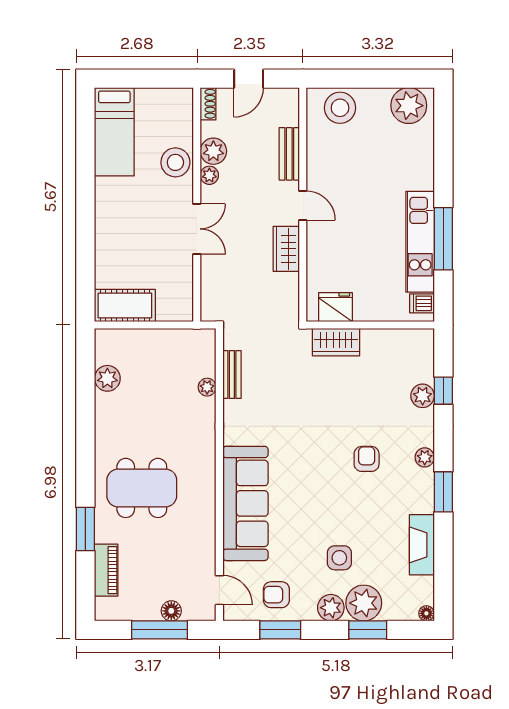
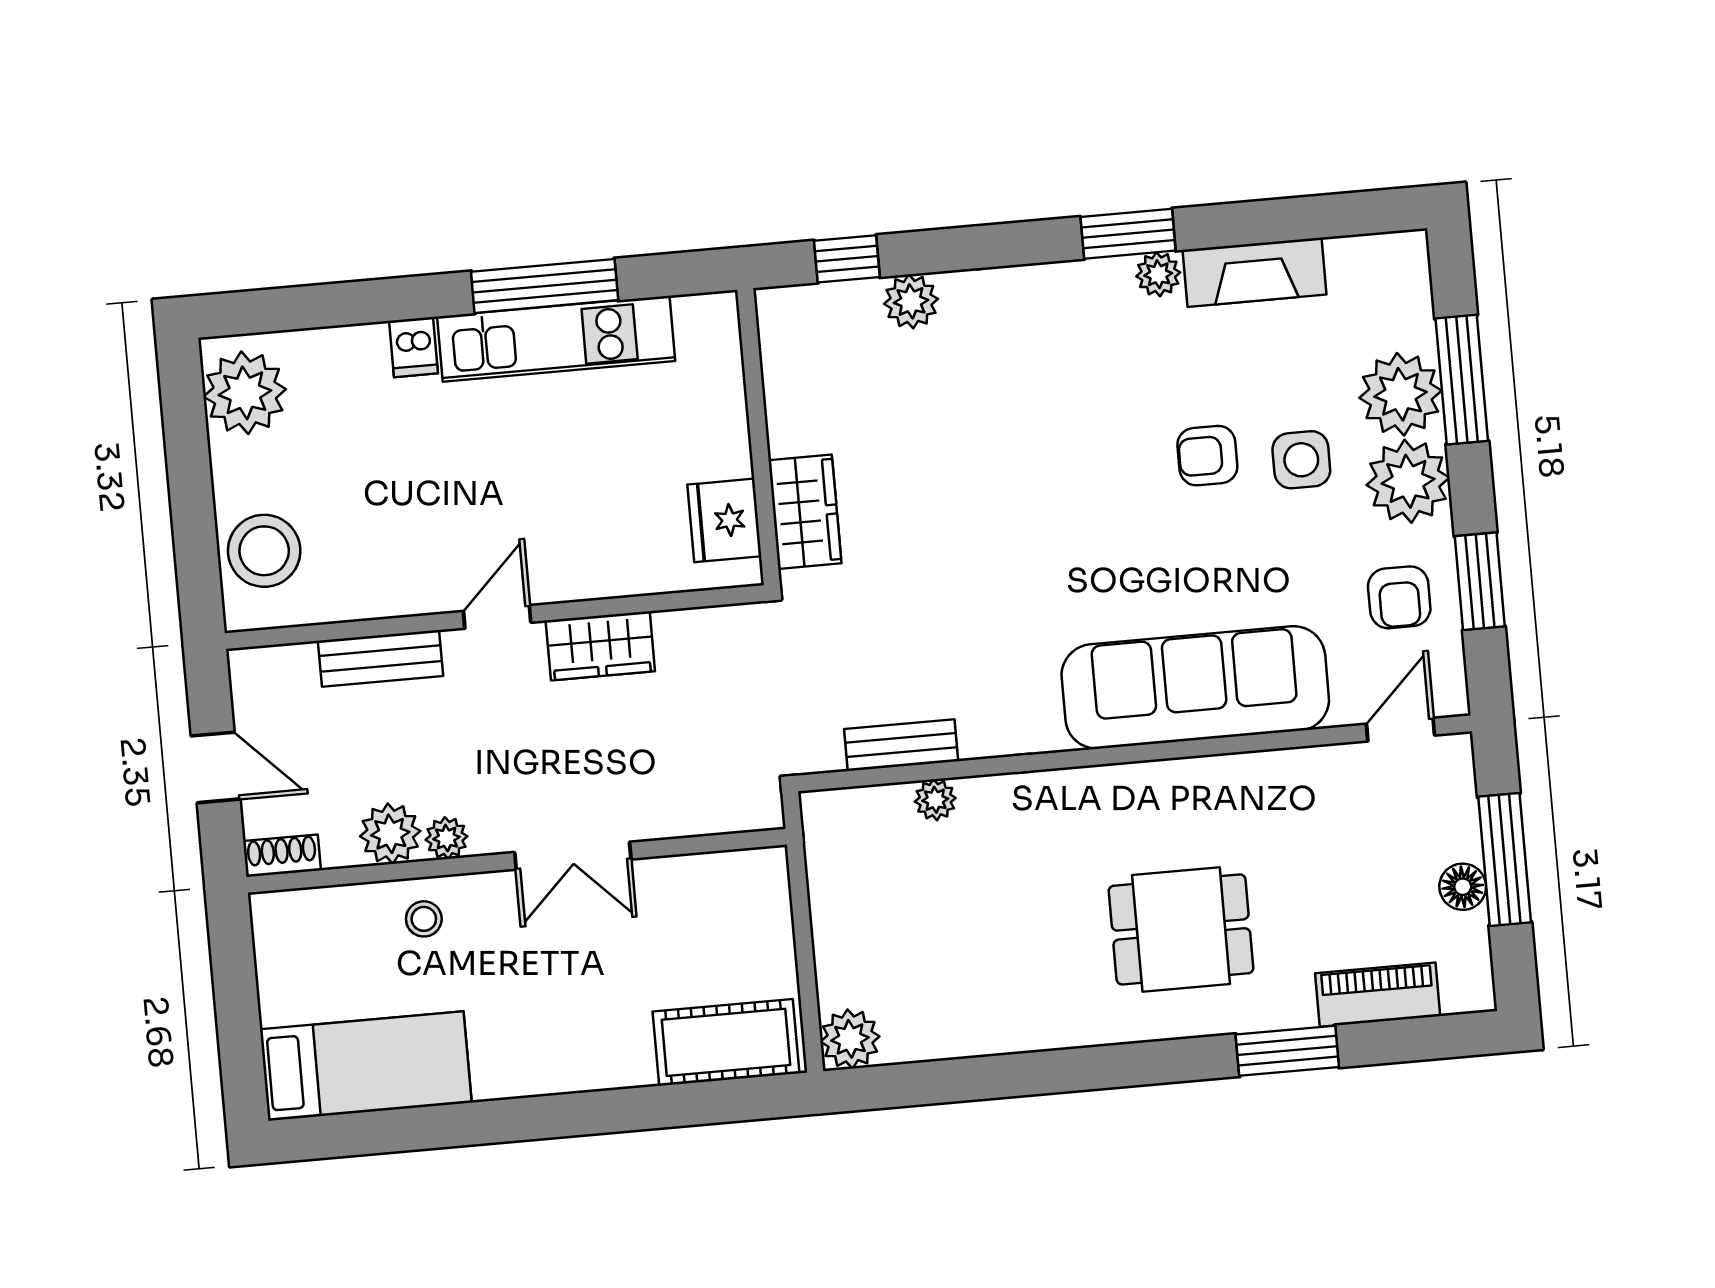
stool: (175, 162) -> (424, 919), width x0.53, depth x0.53
double door: (197, 229) -> (573, 856), swing flipped
dishwasher: (422, 303) -> (413, 347), moved
cot: (125, 305) -> (726, 1042), moved, turned 90
plant: (107, 378) -> (850, 1039), moved
window: (443, 391) -> (847, 259), moved
plant: (425, 457) -> (1158, 274), moved
armchair: (367, 459) -> (1207, 456), moved
dining table: (142, 488) -> (1181, 929), width x0.73
plant: (331, 608) -> (1408, 481), width x1.36, depth x1.36
floor lamp: (171, 611) -> (1463, 887), moved
floor lamp: (426, 613) -> (1411, 248), removed
window: (368, 630) -> (1462, 380), width x1.44

